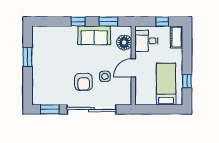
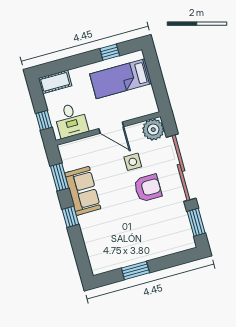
window: (162, 22) -> (44, 120), moved
floor lamp: (124, 42) -> (81, 149), removed
plant: (124, 97) -> (153, 130), added

